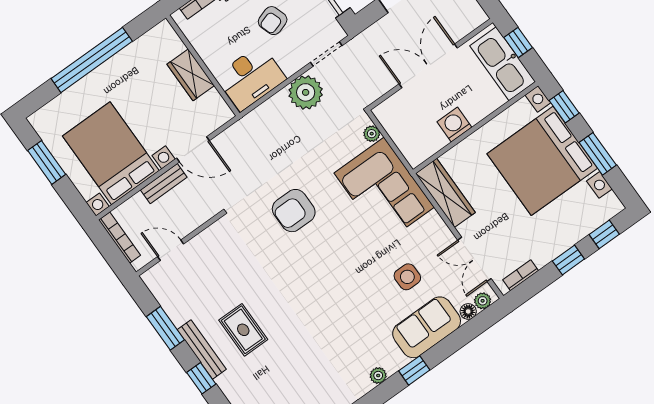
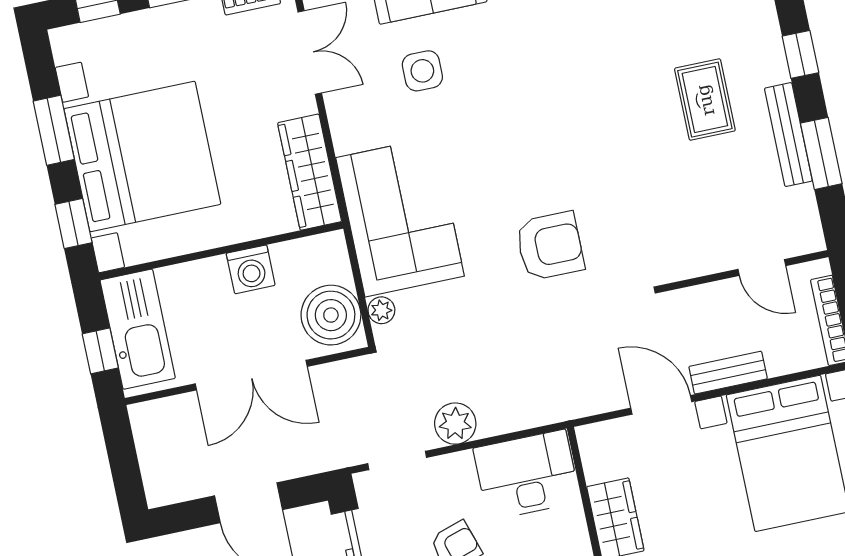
plant: (306, 92) -> (455, 424), width x0.73, depth x0.73
boiler: (399, 119) -> (331, 315), added
bench: (202, 349) -> (788, 135), moved

